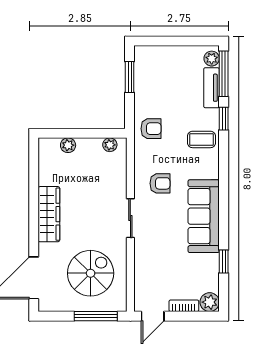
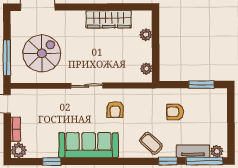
armchair: (151, 129) -> (175, 112), moved, turned 90
coffee table: (202, 139) -> (151, 143), turned -47
wardrobe: (49, 214) -> (109, 19), moved
spiral stairs: (91, 273) -> (42, 53), turned -90

